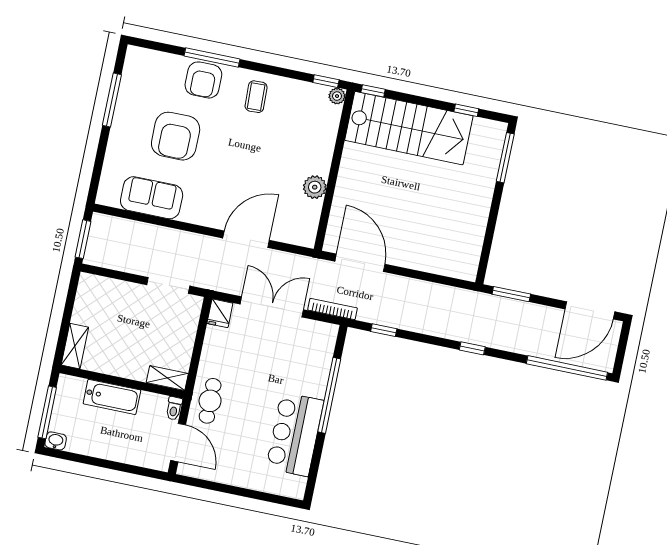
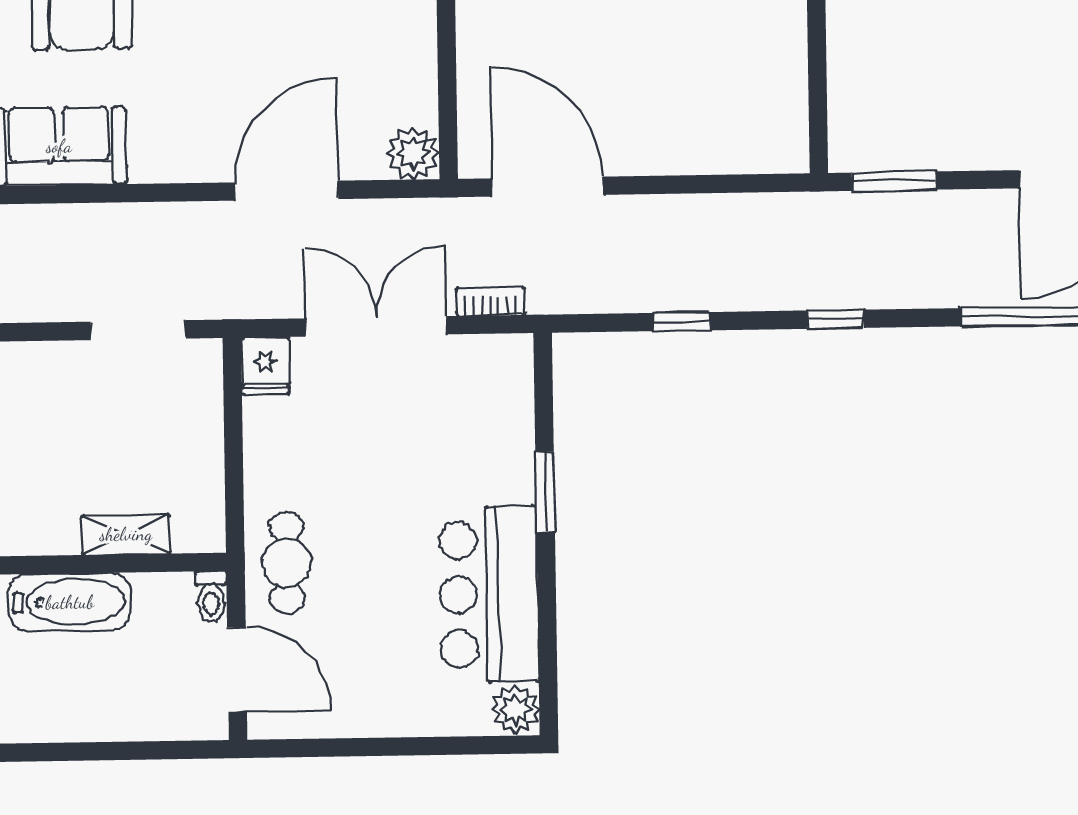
plant: (315, 187) -> (413, 153), moved
bookcase: (333, 309) -> (491, 302), width x0.64
window: (384, 330) -> (682, 322), moved
shelving: (167, 378) -> (126, 534), moved
window: (329, 395) -> (545, 492), width x0.47
plant: (295, 487) -> (515, 710), added

